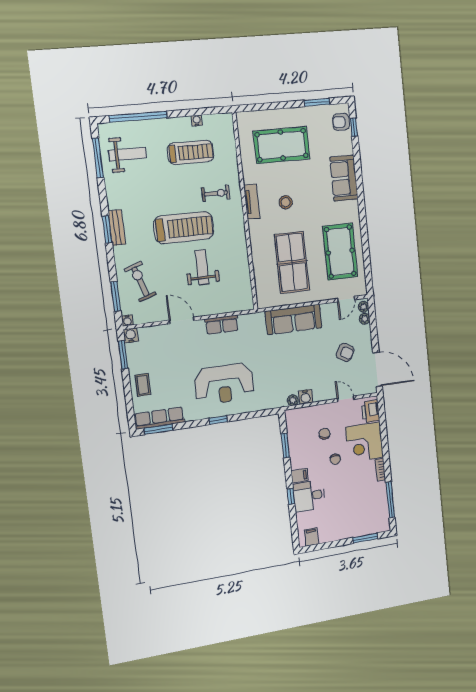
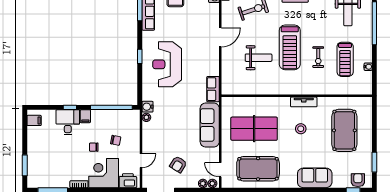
exercise bike: (216, 193) -> (318, 57), moved
row of seats: (222, 325) -> (213, 89), moved
water cooler: (306, 397) -> (148, 107), moved
window: (285, 445) -> (111, 107), width x2.11

